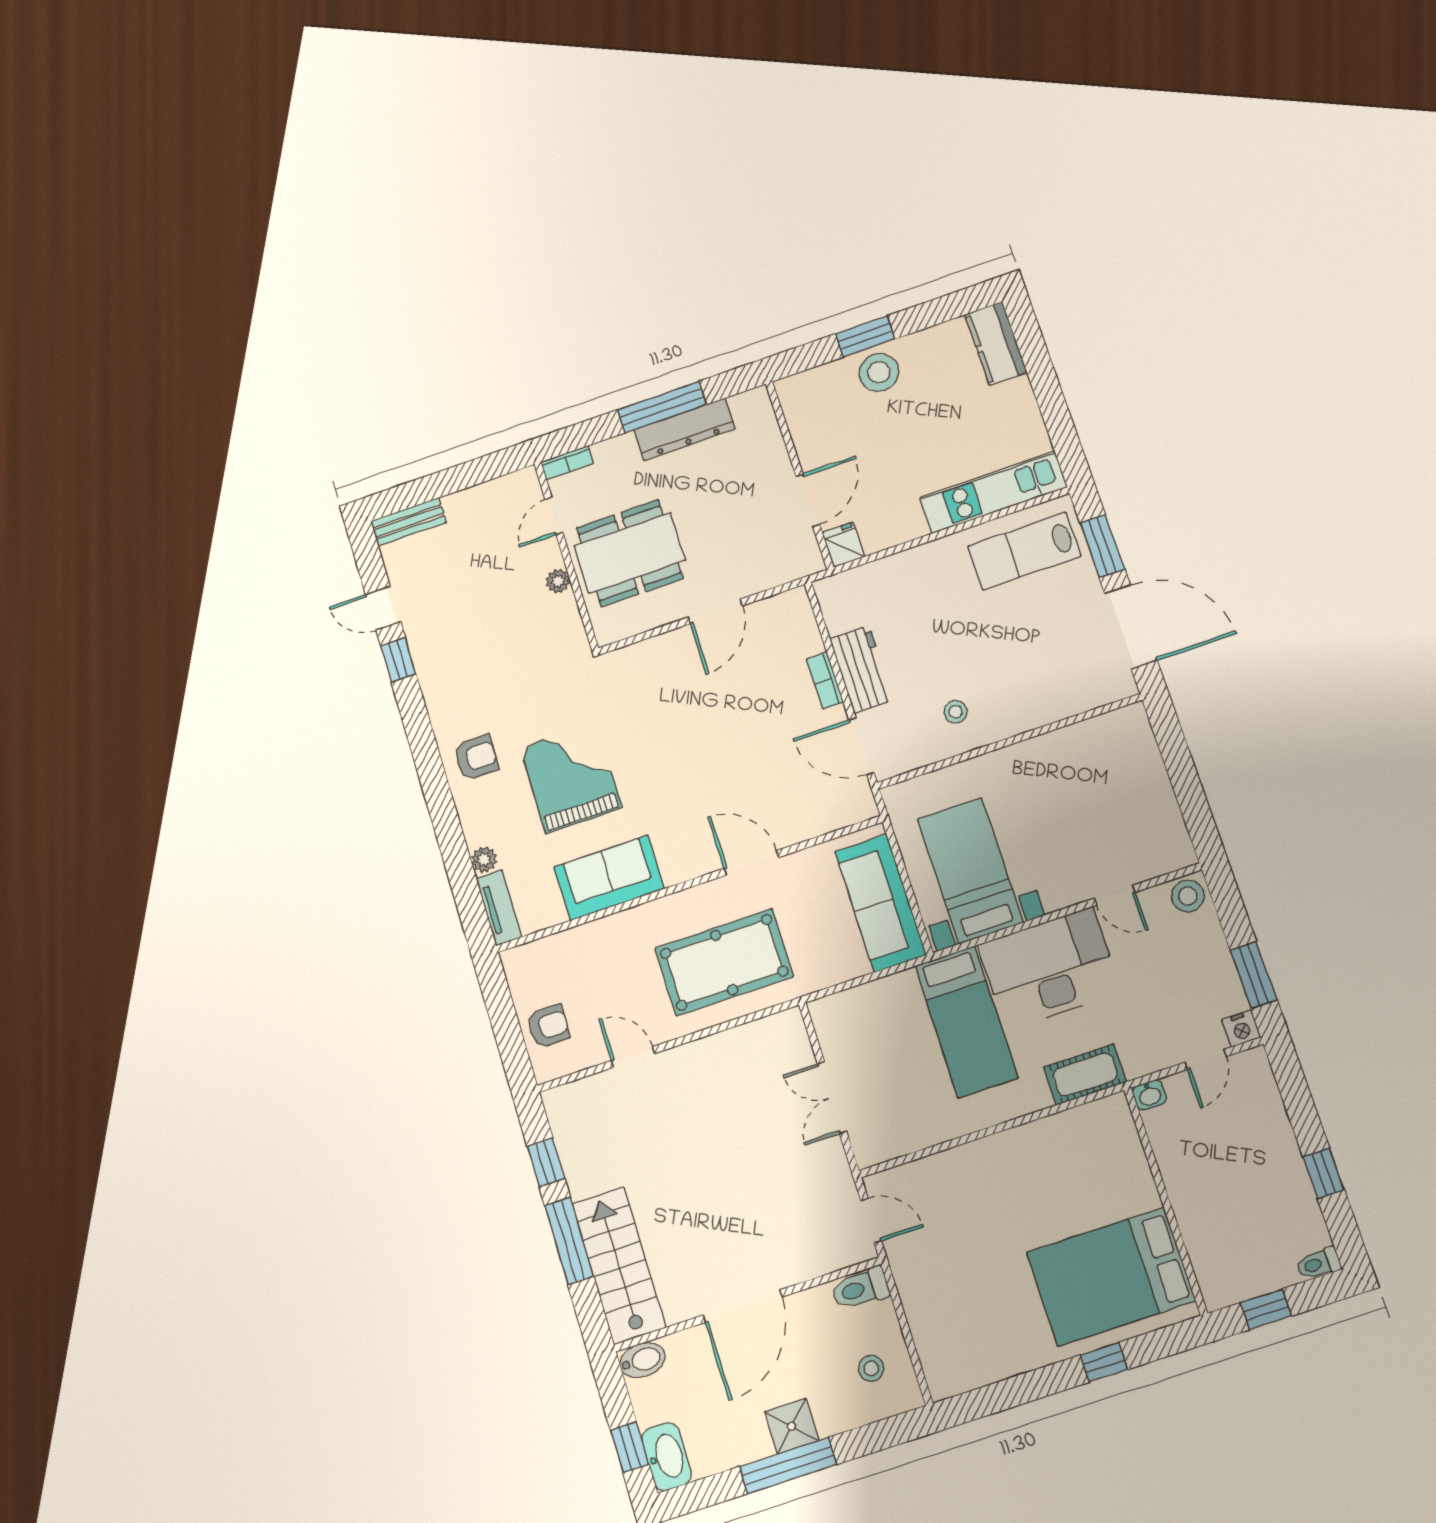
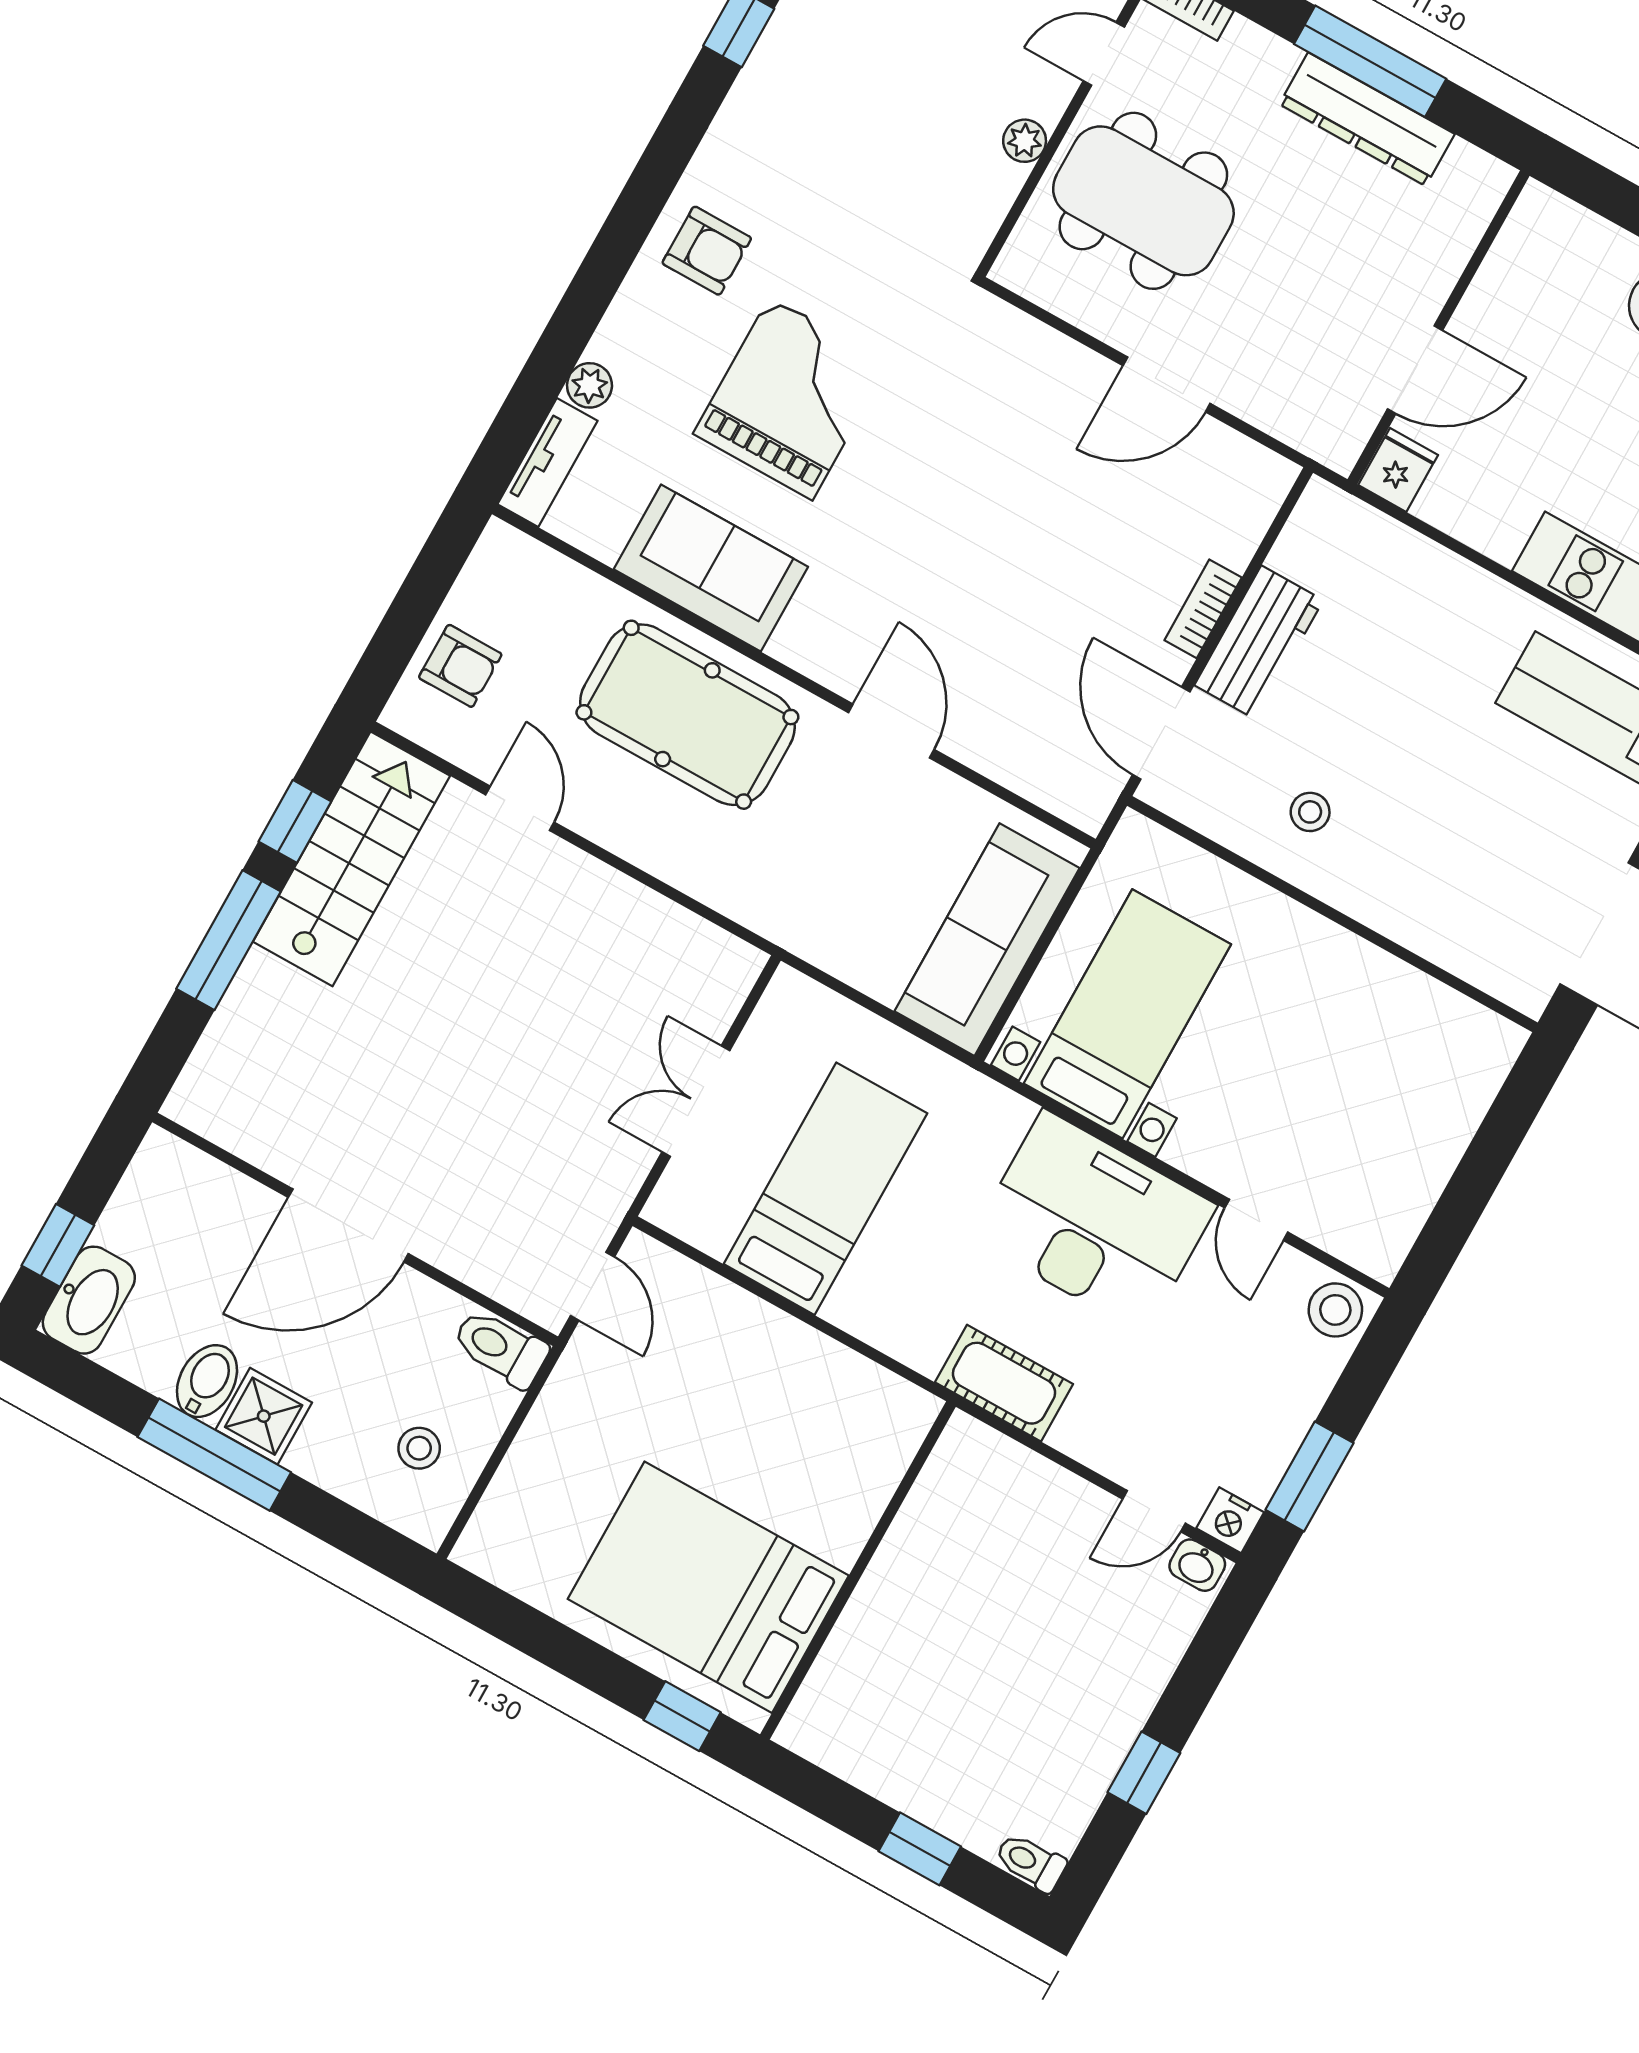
pool table: (724, 962) -> (687, 715), moved
bed: (966, 1022) -> (825, 1189), moved, turned 180
washbasin: (1150, 1095) -> (1197, 1565), moved
wall: (1166, 1201) -> (858, 1570), moved
stairs: (619, 1266) -> (351, 859), moved
bed: (1111, 1277) -> (708, 1587), moved
bidet: (642, 1360) -> (207, 1381), moved, turned -90

